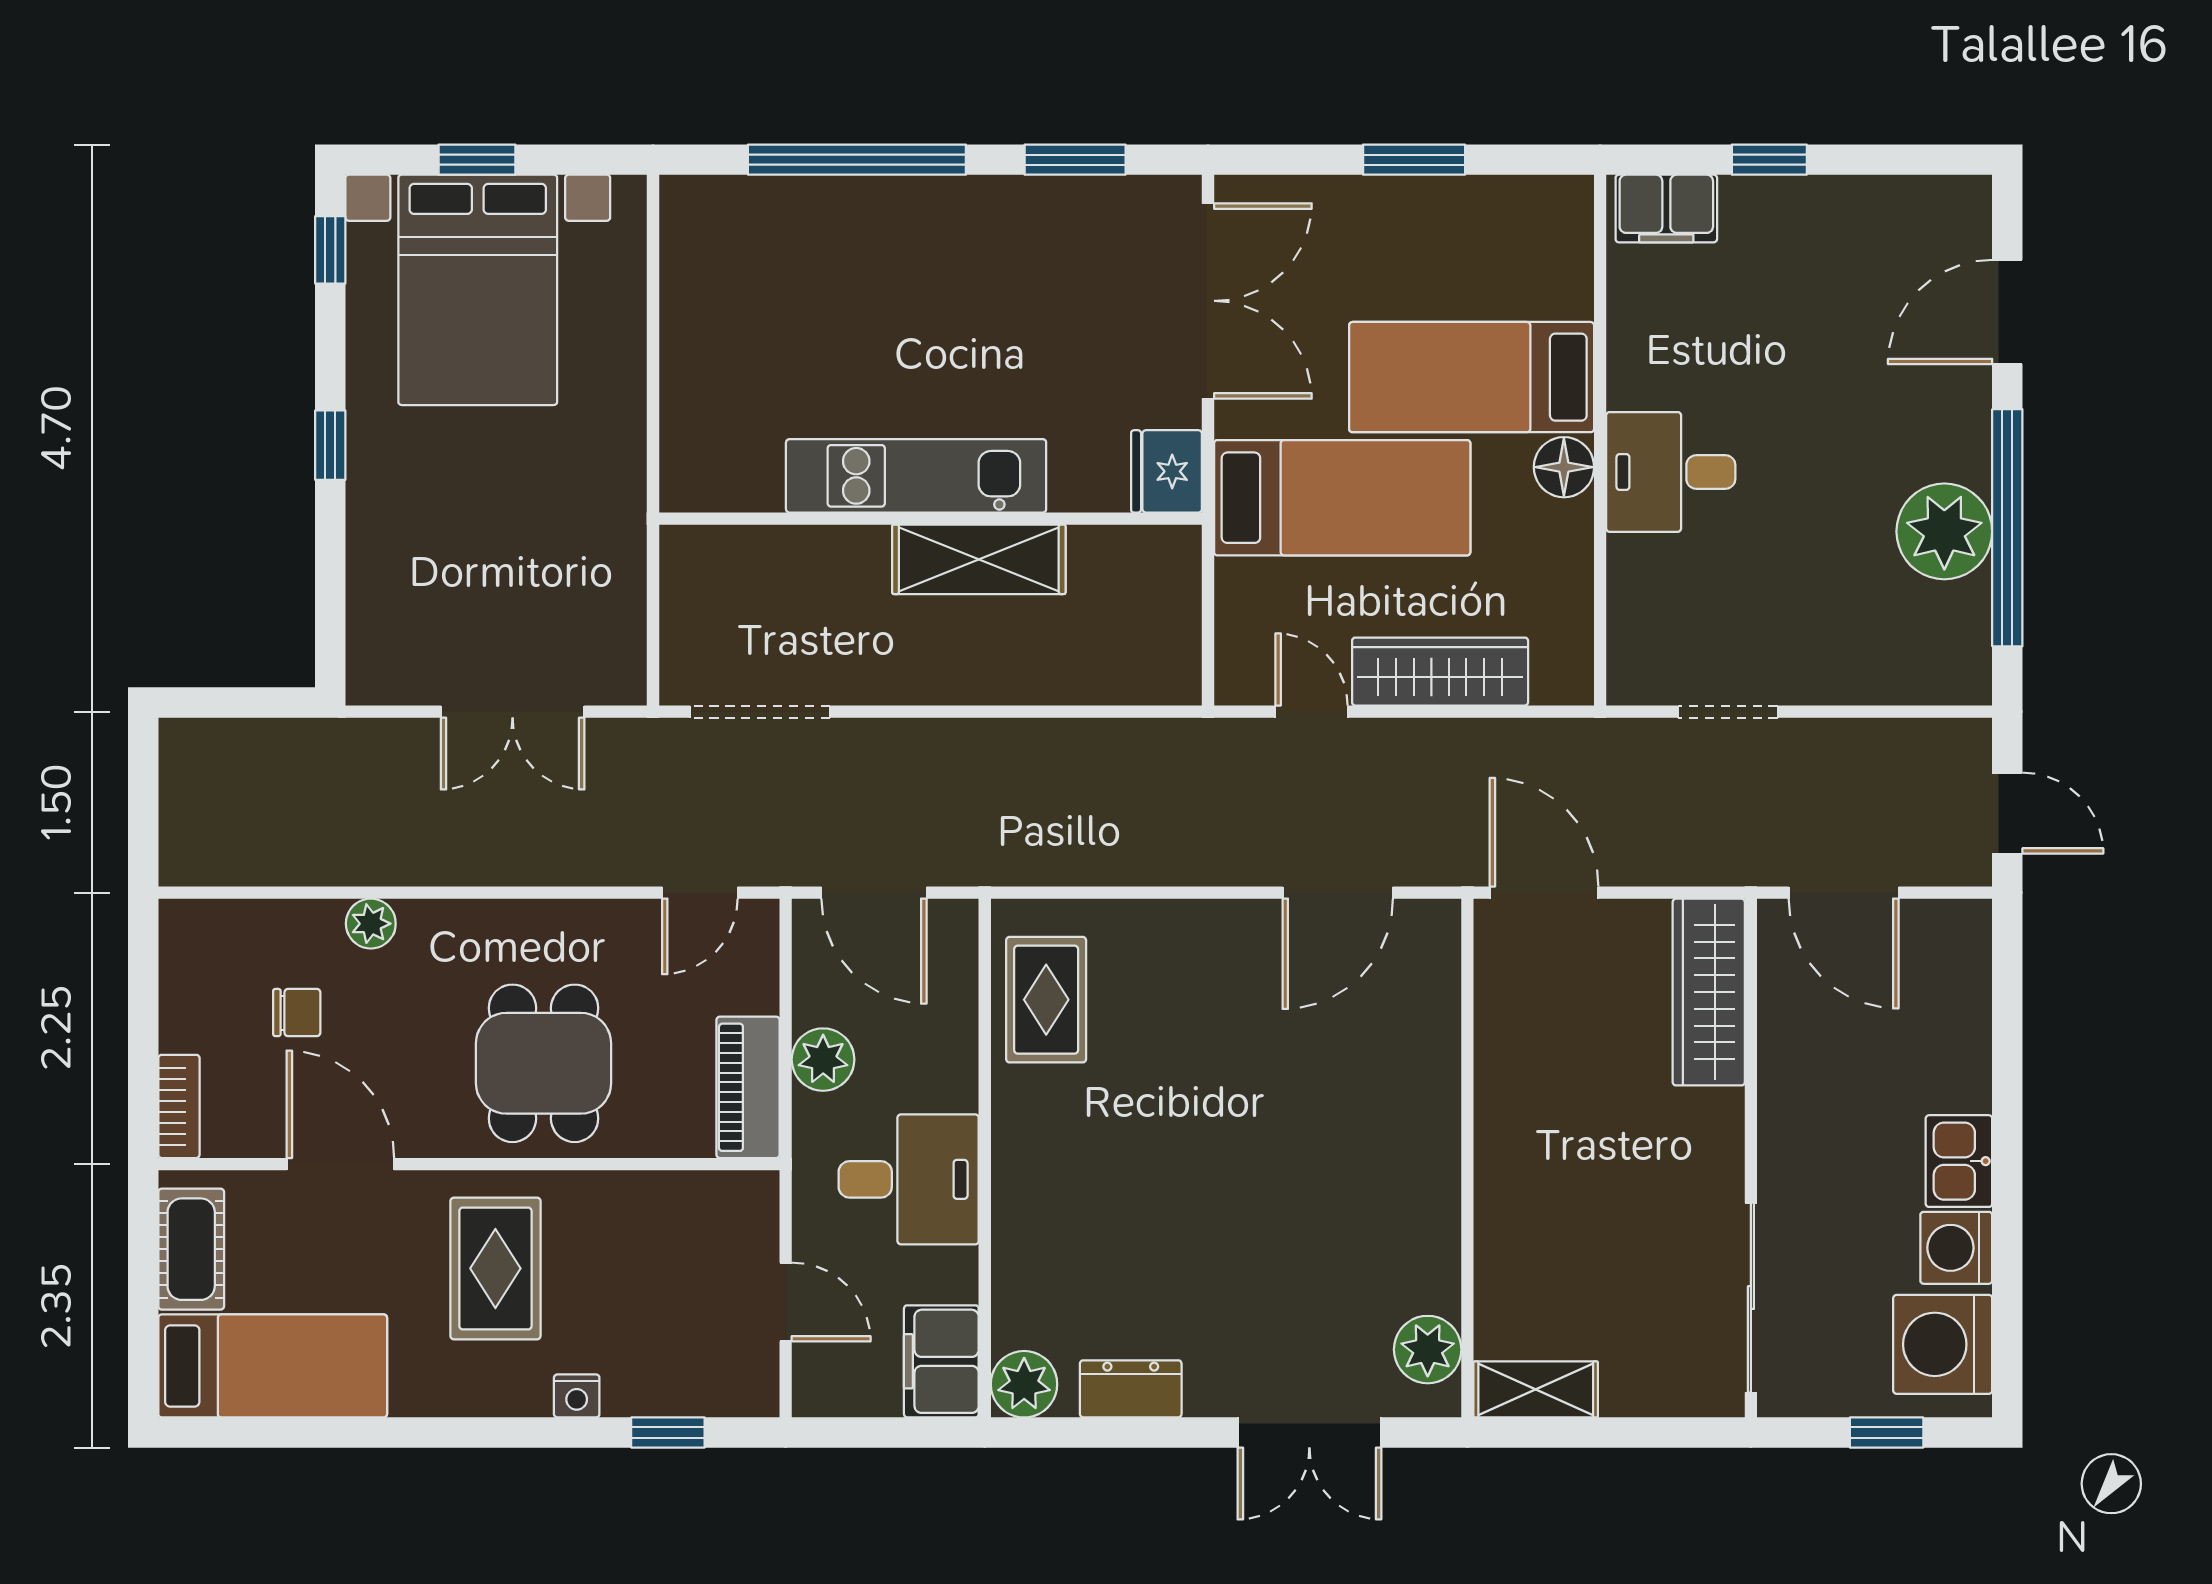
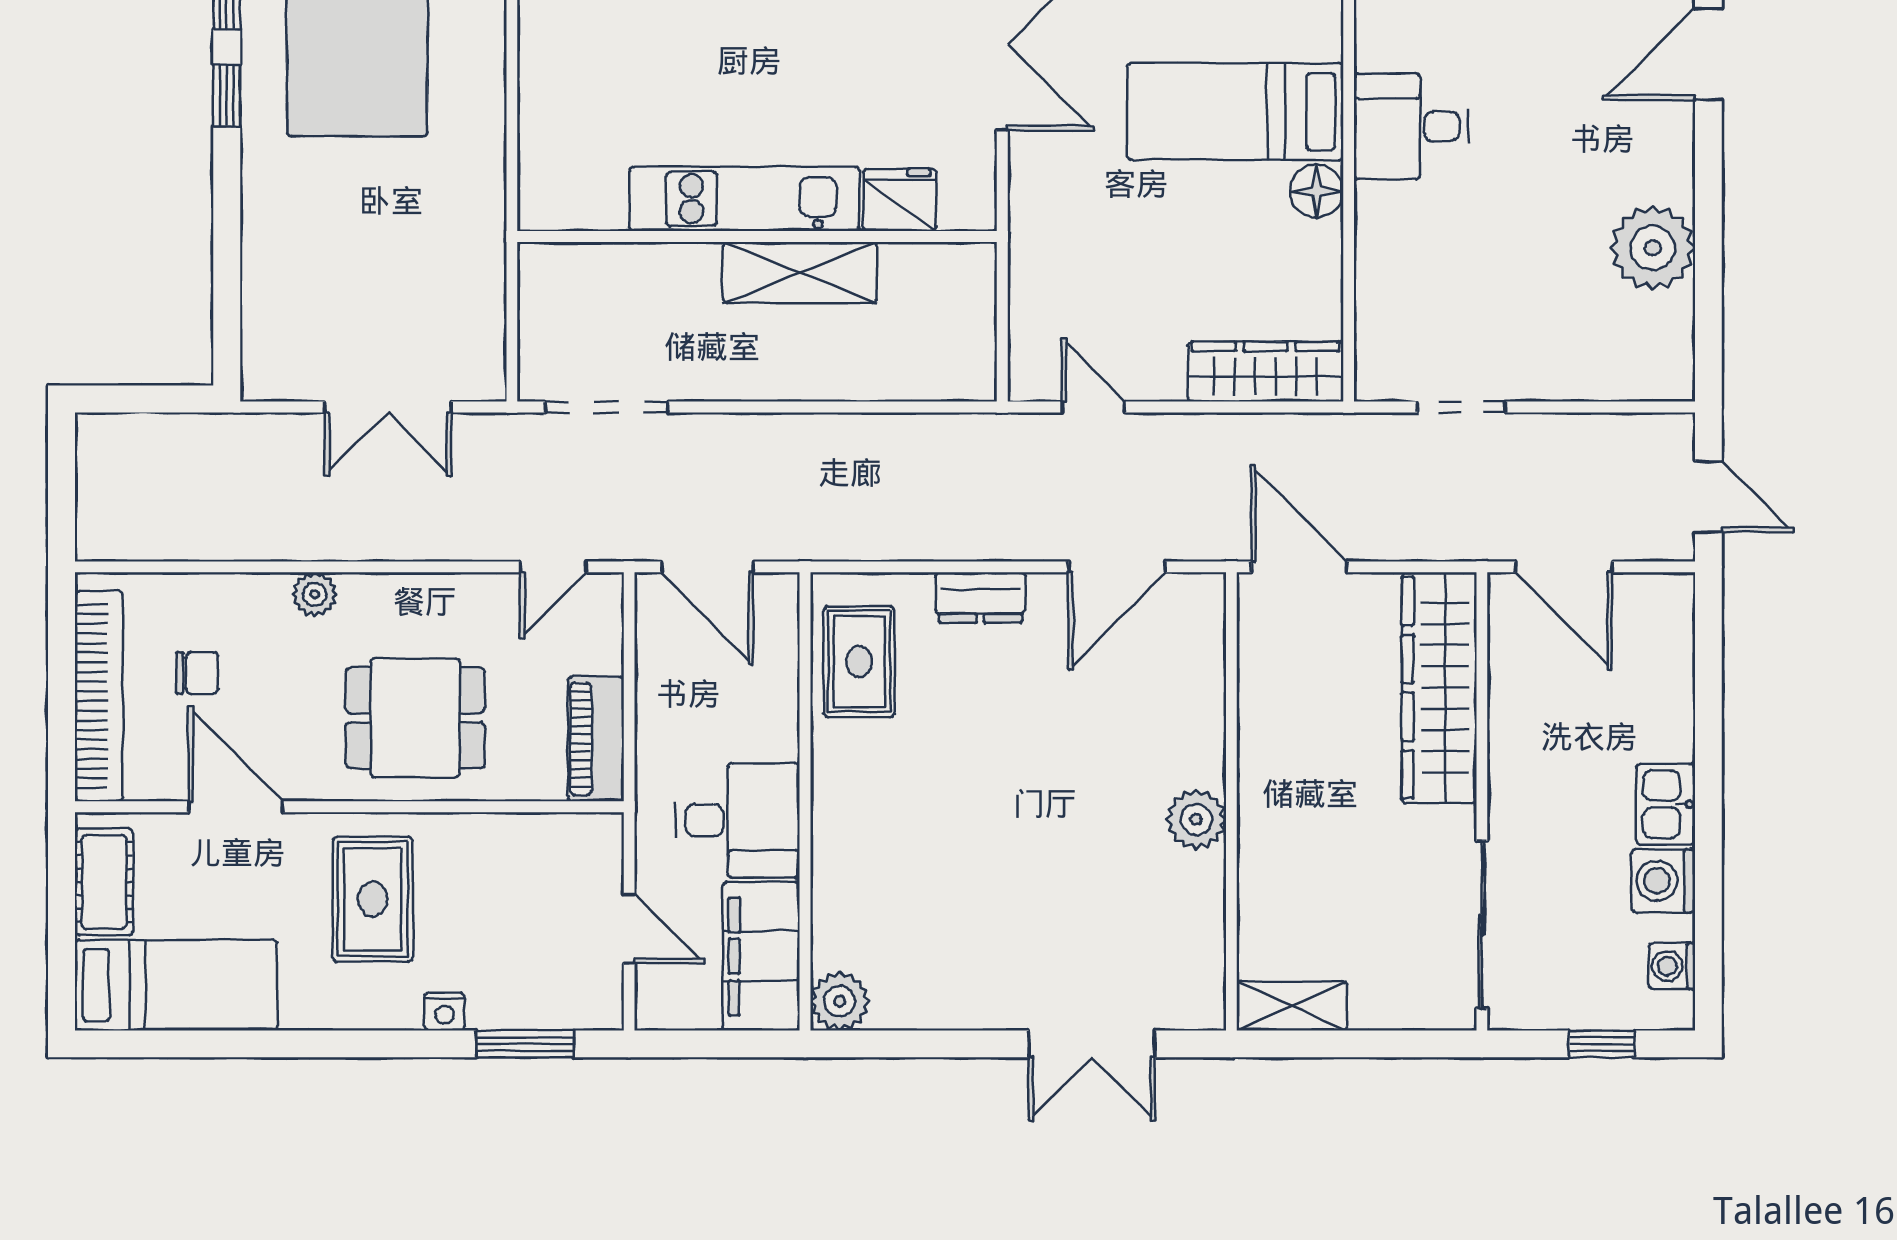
window: (330, 445) -> (227, 95), moved
fridge: (1167, 471) -> (900, 200), moved, turned 90
desk: (1671, 472) -> (1411, 126), moved
bed: (1342, 498) -> (1121, 218), removed
window: (2007, 528) -> (1708, 245), removed
wardrobe: (1440, 672) -> (1266, 372), moved
plant: (371, 924) -> (314, 594), moved
wardrobe: (1709, 992) -> (1439, 688), width x1.40, depth x1.17
plant: (823, 1060) -> (662, 714), removed
dining table: (544, 1063) -> (415, 718), turned 90
bookcase: (179, 1106) -> (99, 696), width x2.31, depth x1.31
washing machine: (1943, 1344) -> (1672, 966), width x0.53, depth x0.53
plant: (1428, 1350) -> (1196, 820), moved
filing cabinet: (941, 1361) -> (761, 956), width x1.50, depth x1.17
dresser: (1131, 1389) -> (980, 597), moved, turned 180
window: (668, 1433) -> (525, 1044), width x1.50

